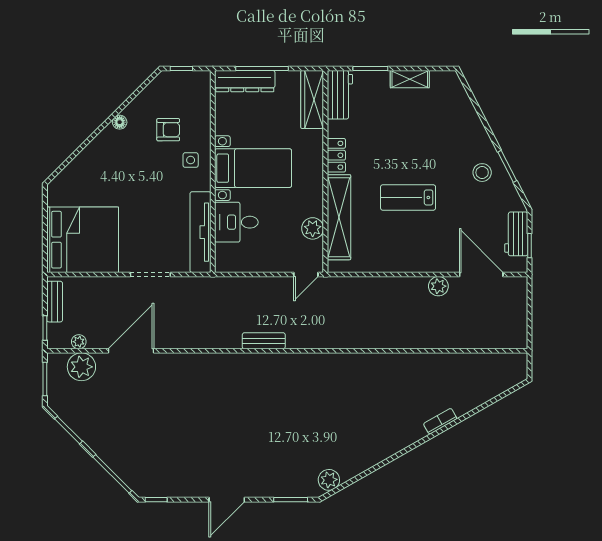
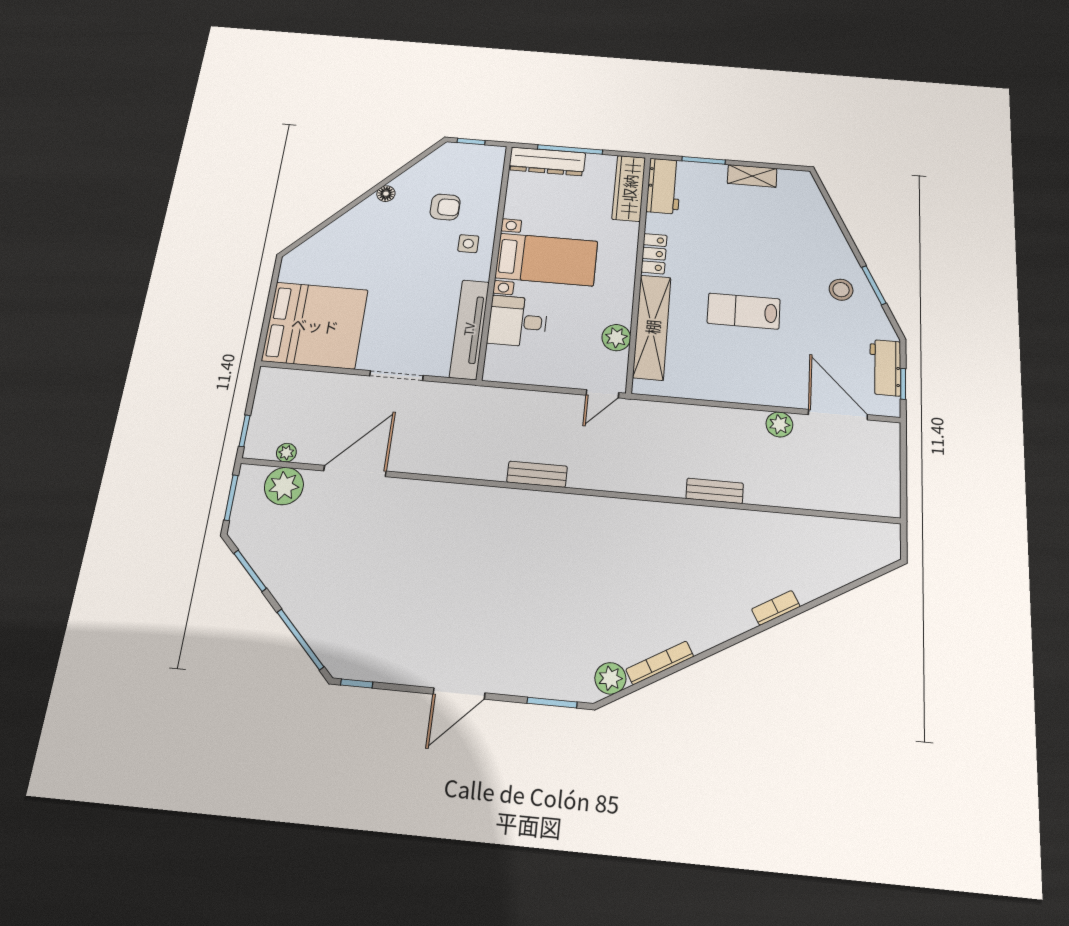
bench: (55, 302) -> (715, 491), moved, turned 90
bookcase: (362, 466) -> (660, 663), added

